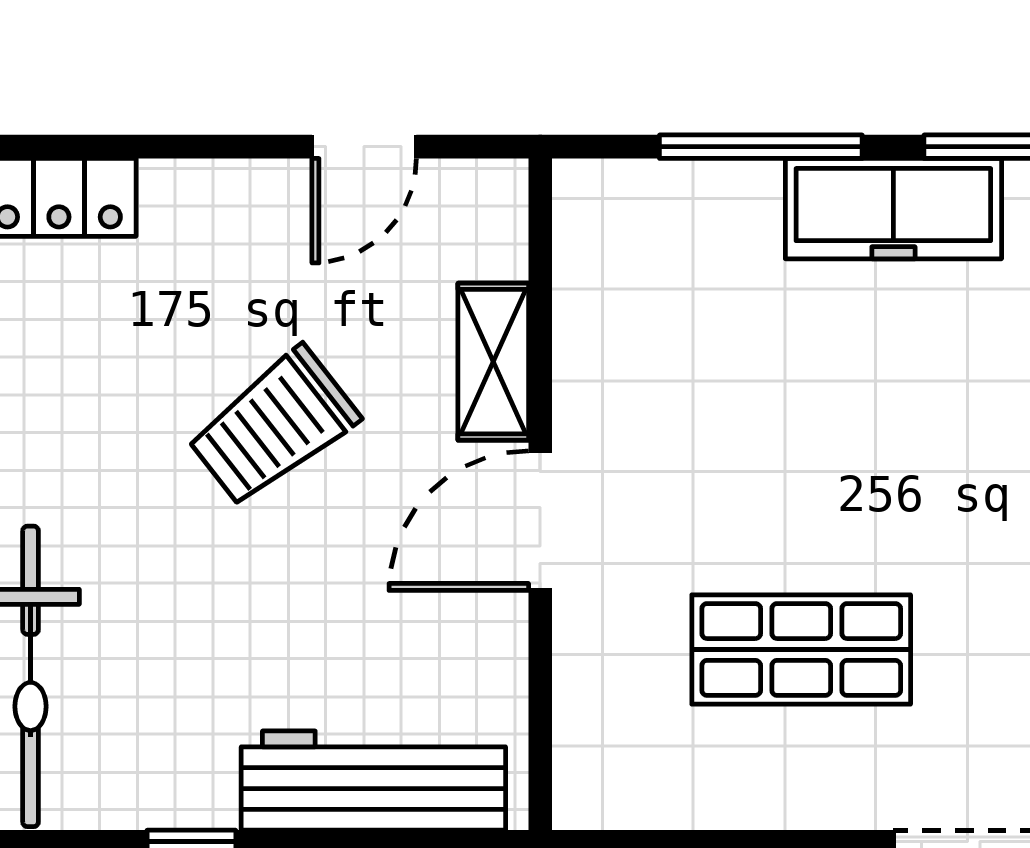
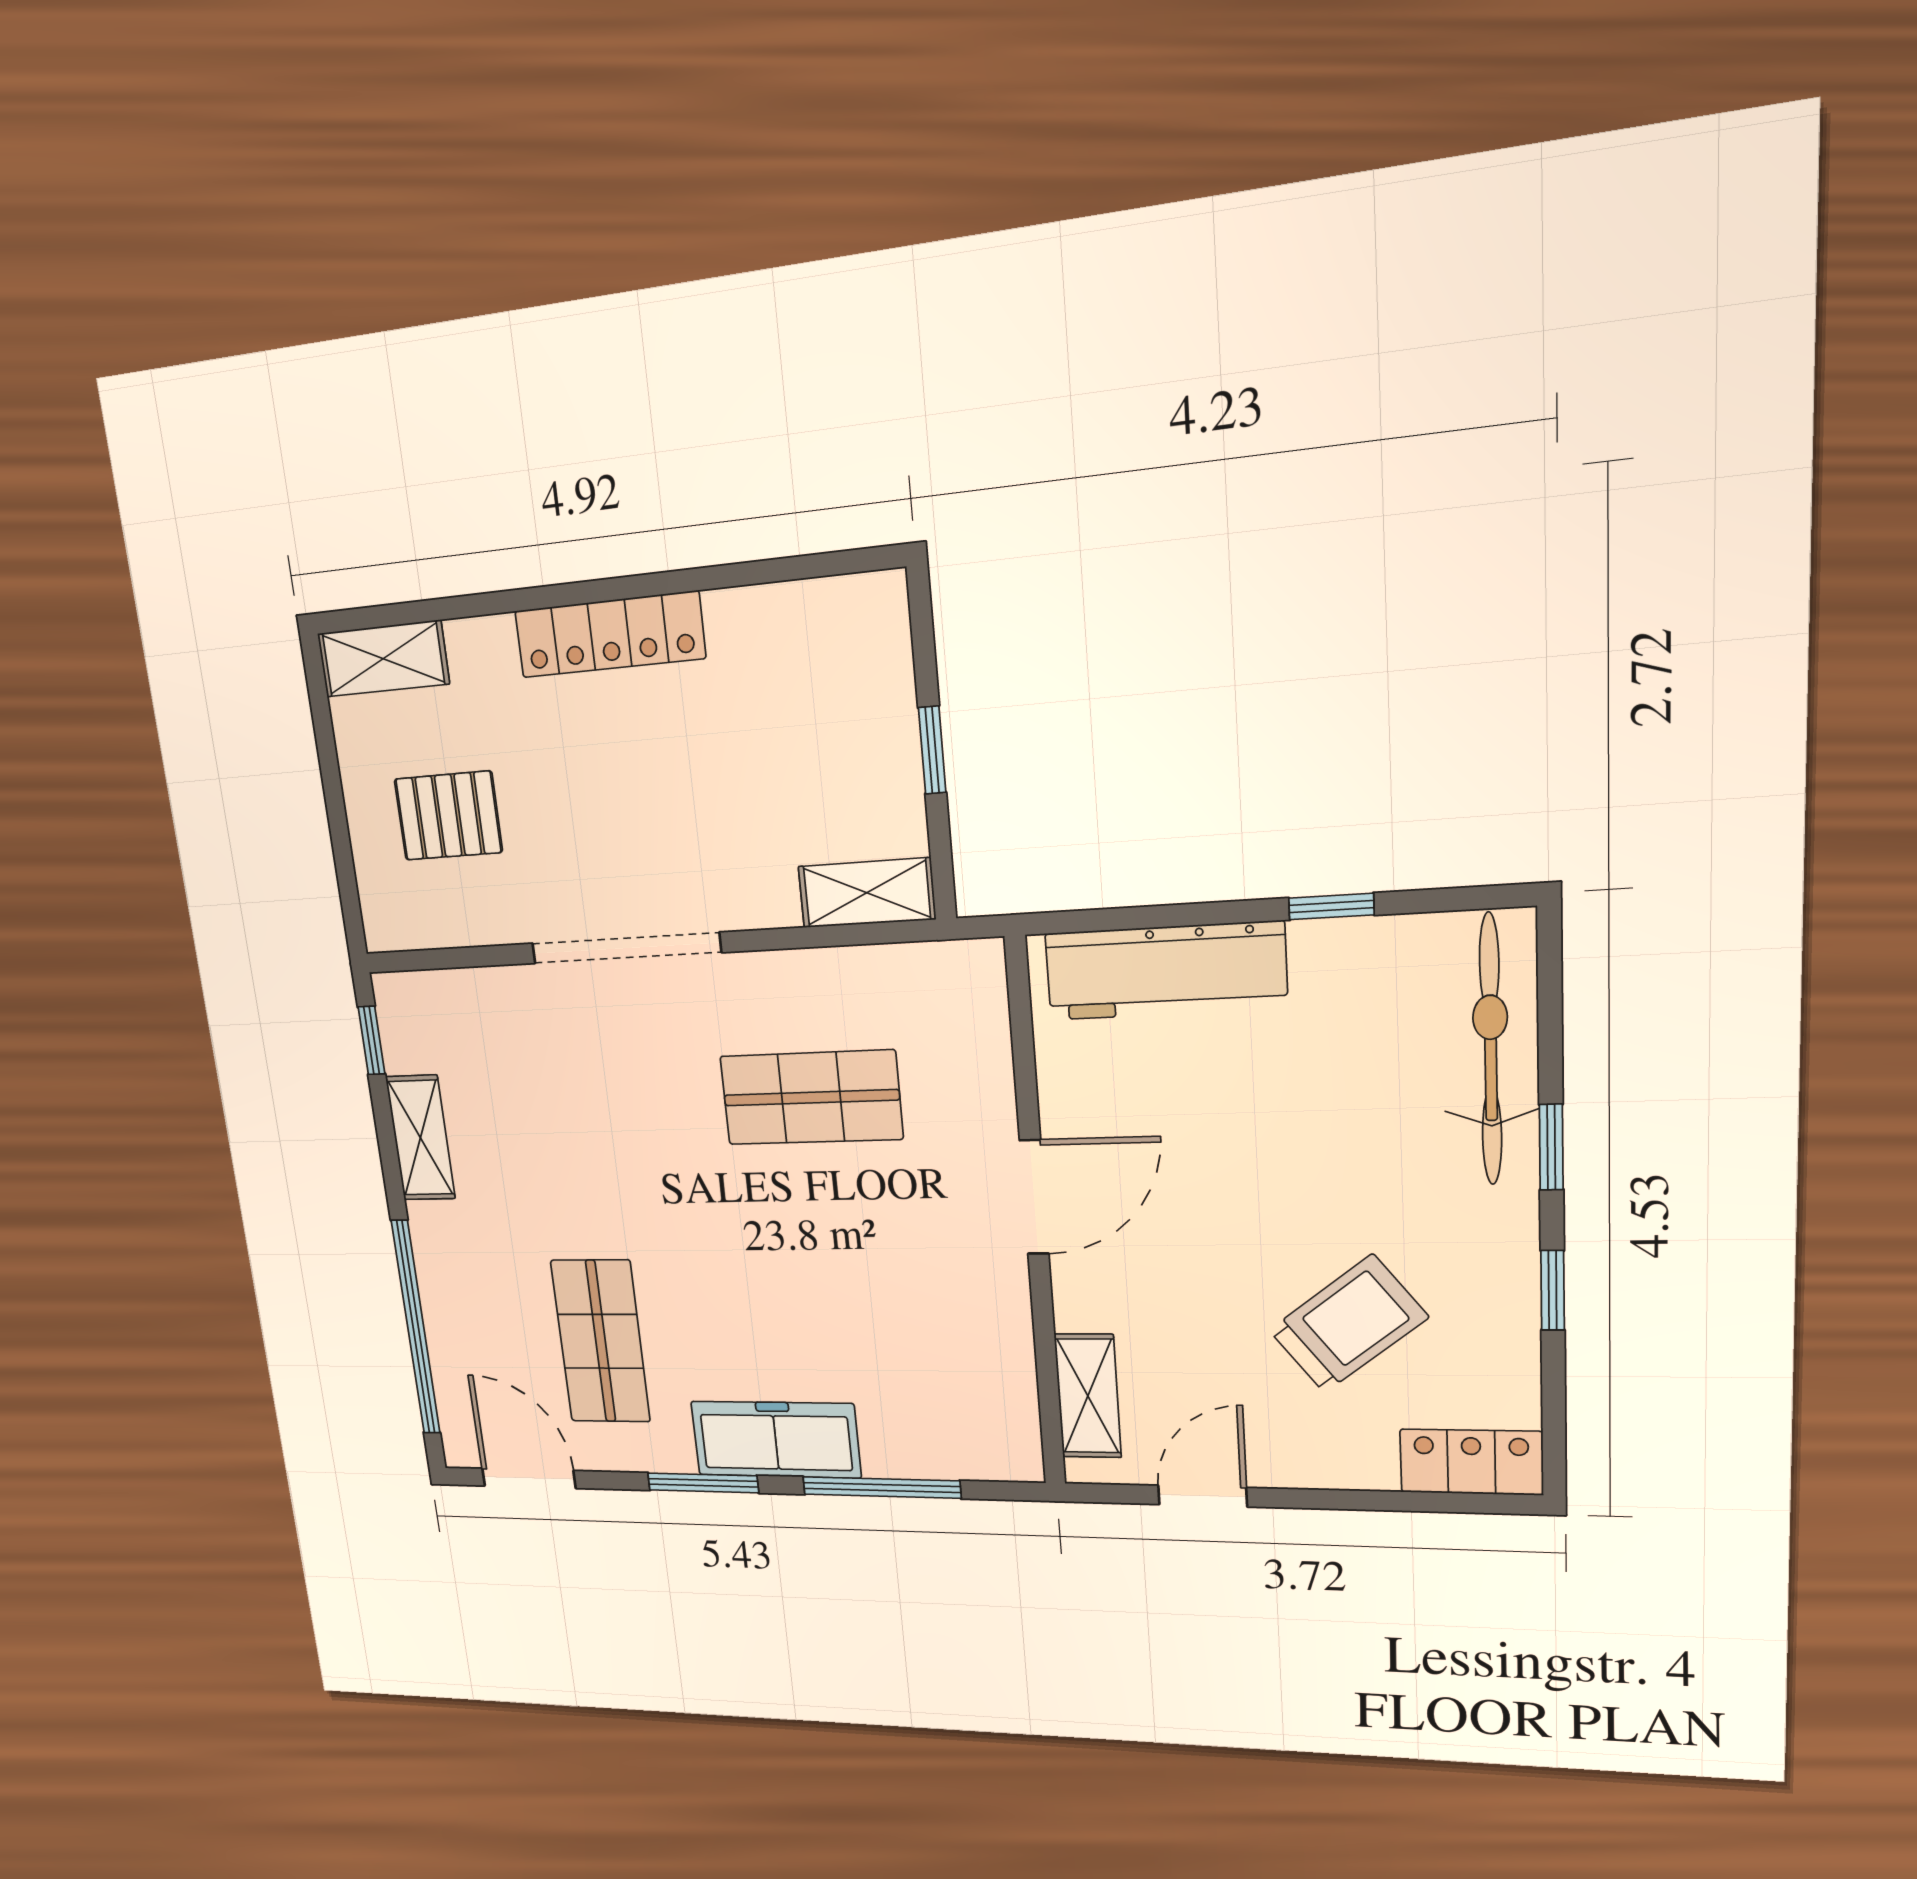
shelving: (493, 362) -> (1088, 1396), moved
trolley: (273, 427) -> (1348, 1324), moved

